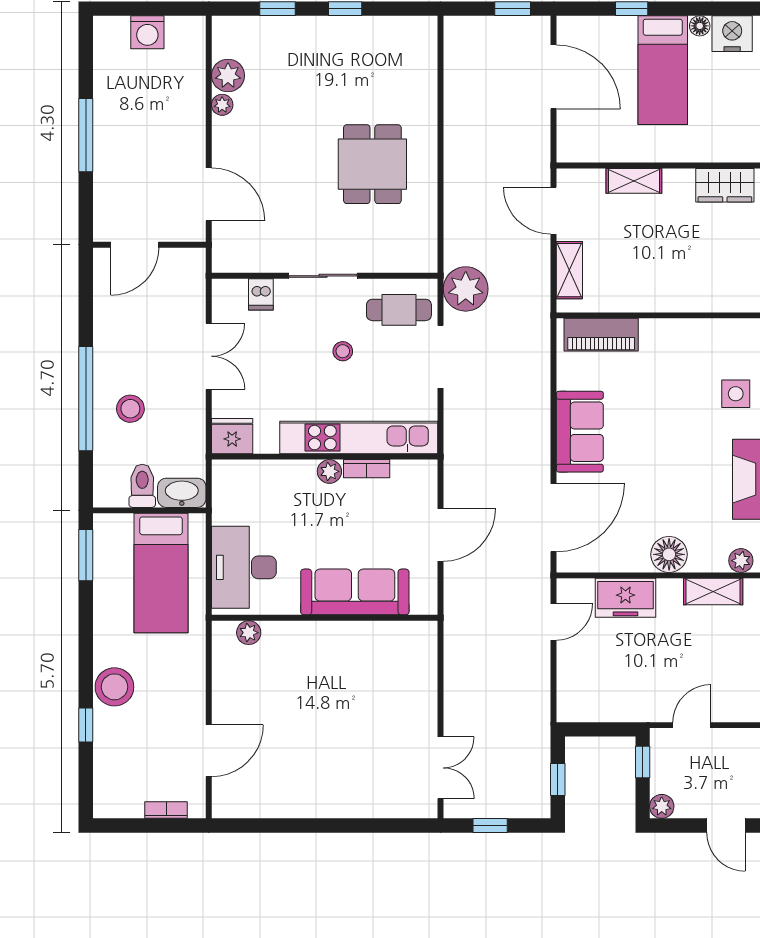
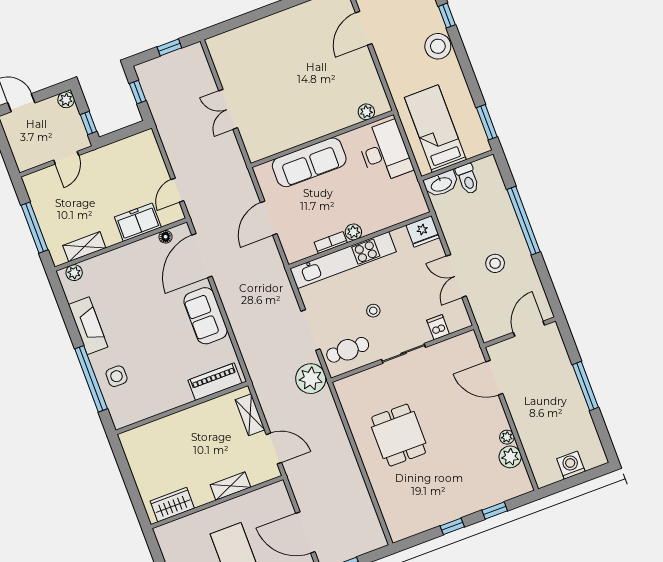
stool: (130, 409) -> (495, 263), moved
floor lamp: (669, 554) -> (166, 237), moved, width x0.53, depth x0.53
double door: (441, 768) -> (228, 109), moved

